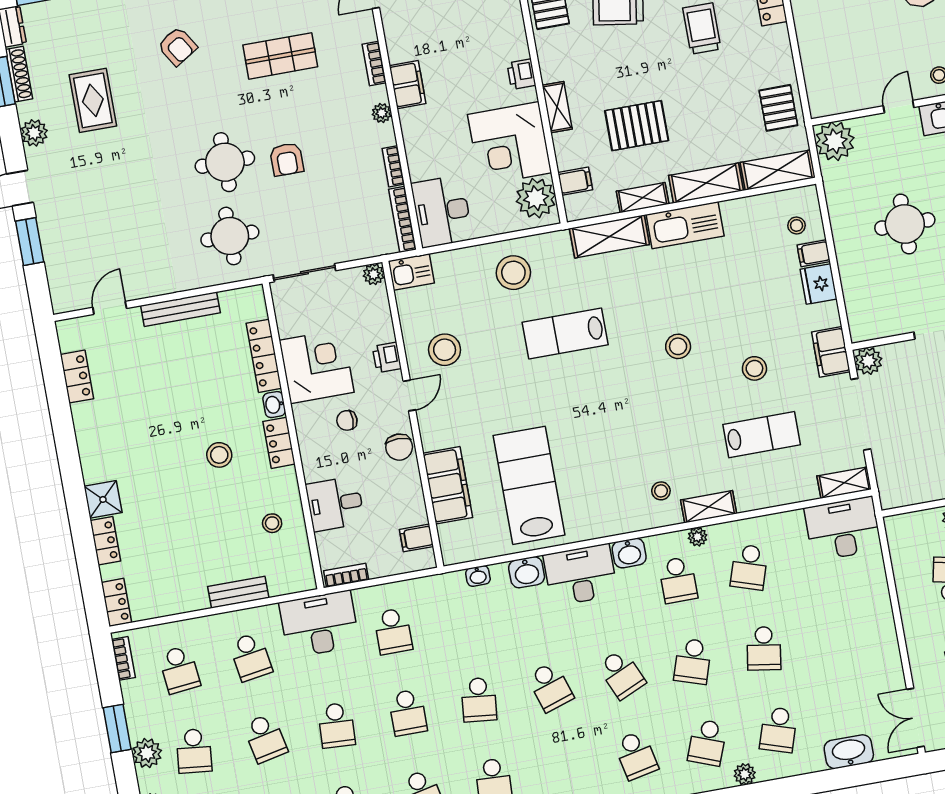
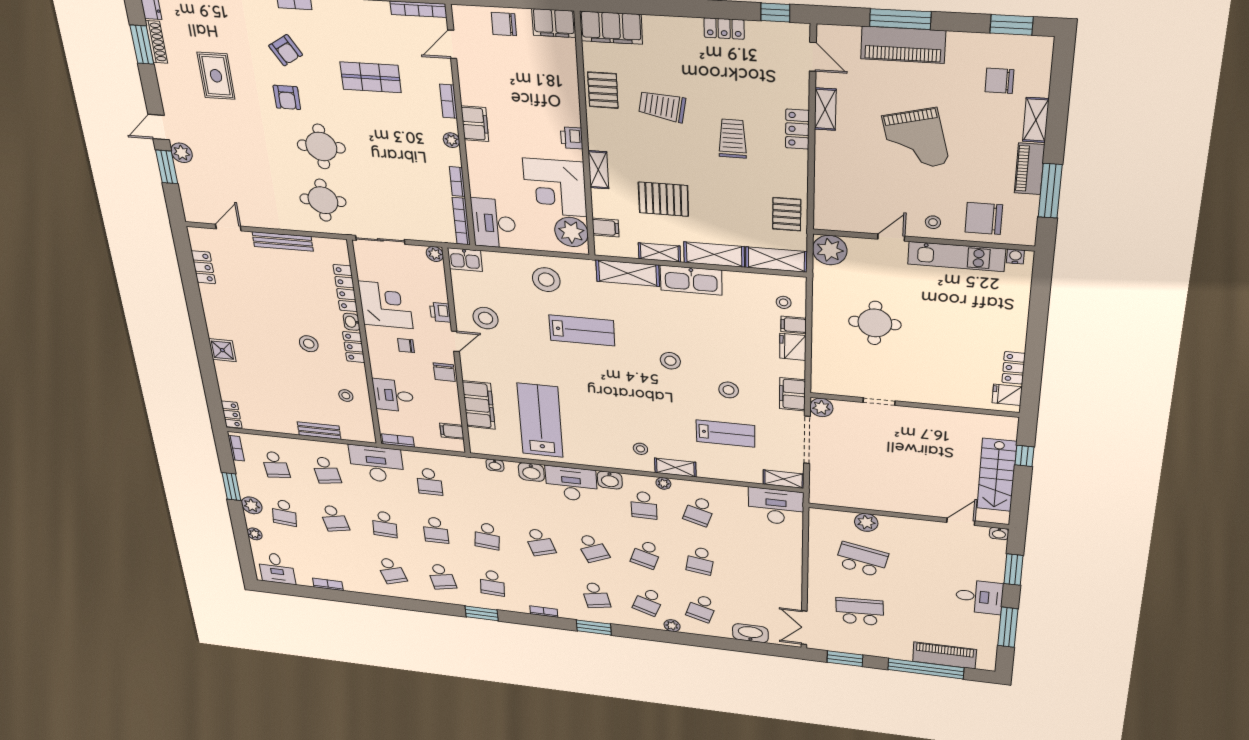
plant: (34, 133) -> (182, 153), moved
armchair: (287, 159) -> (287, 97), moved
lab bench: (565, 333) -> (582, 330), turned 180
locker: (105, 541) -> (224, 376), removed

